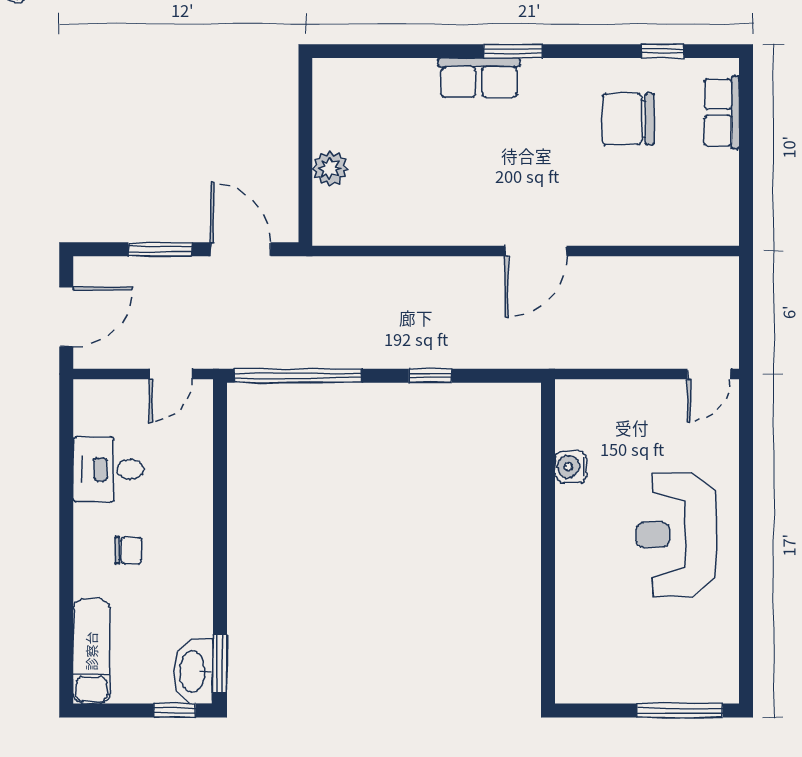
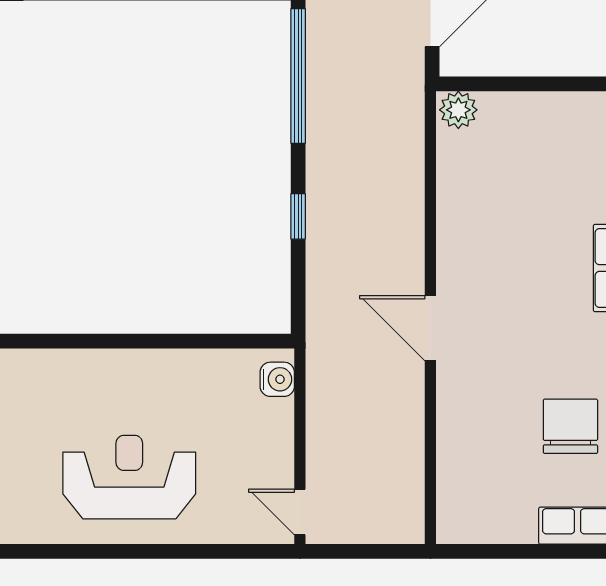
plant: (330, 168) -> (458, 110), moved
water cooler: (571, 467) -> (277, 379), moved, turned 90

